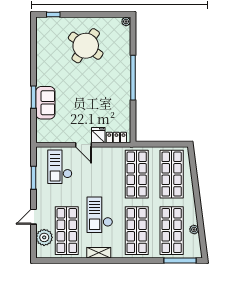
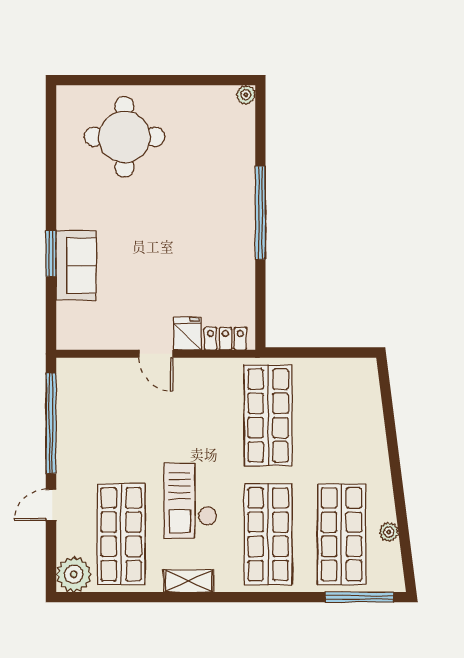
window: (53, 15) -> (93, 80), removed
round table: (86, 46) -> (124, 137), moved, turned -35
checkout: (60, 167) -> (107, 400), removed
shop shelf: (172, 174) -> (342, 415), removed
window: (33, 178) -> (51, 423), width x2.11
plant: (44, 237) -> (74, 574), moved

